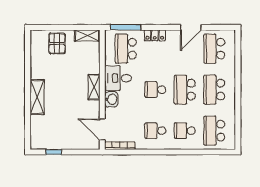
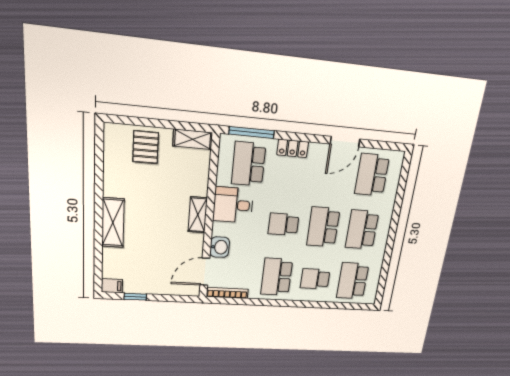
washbasin: (111, 99) -> (220, 247), moved
door: (102, 130) -> (205, 272), hinge flipped
school desk: (155, 131) -> (277, 277), width x1.85
filing cabinet: (37, 144) -> (112, 286), added

